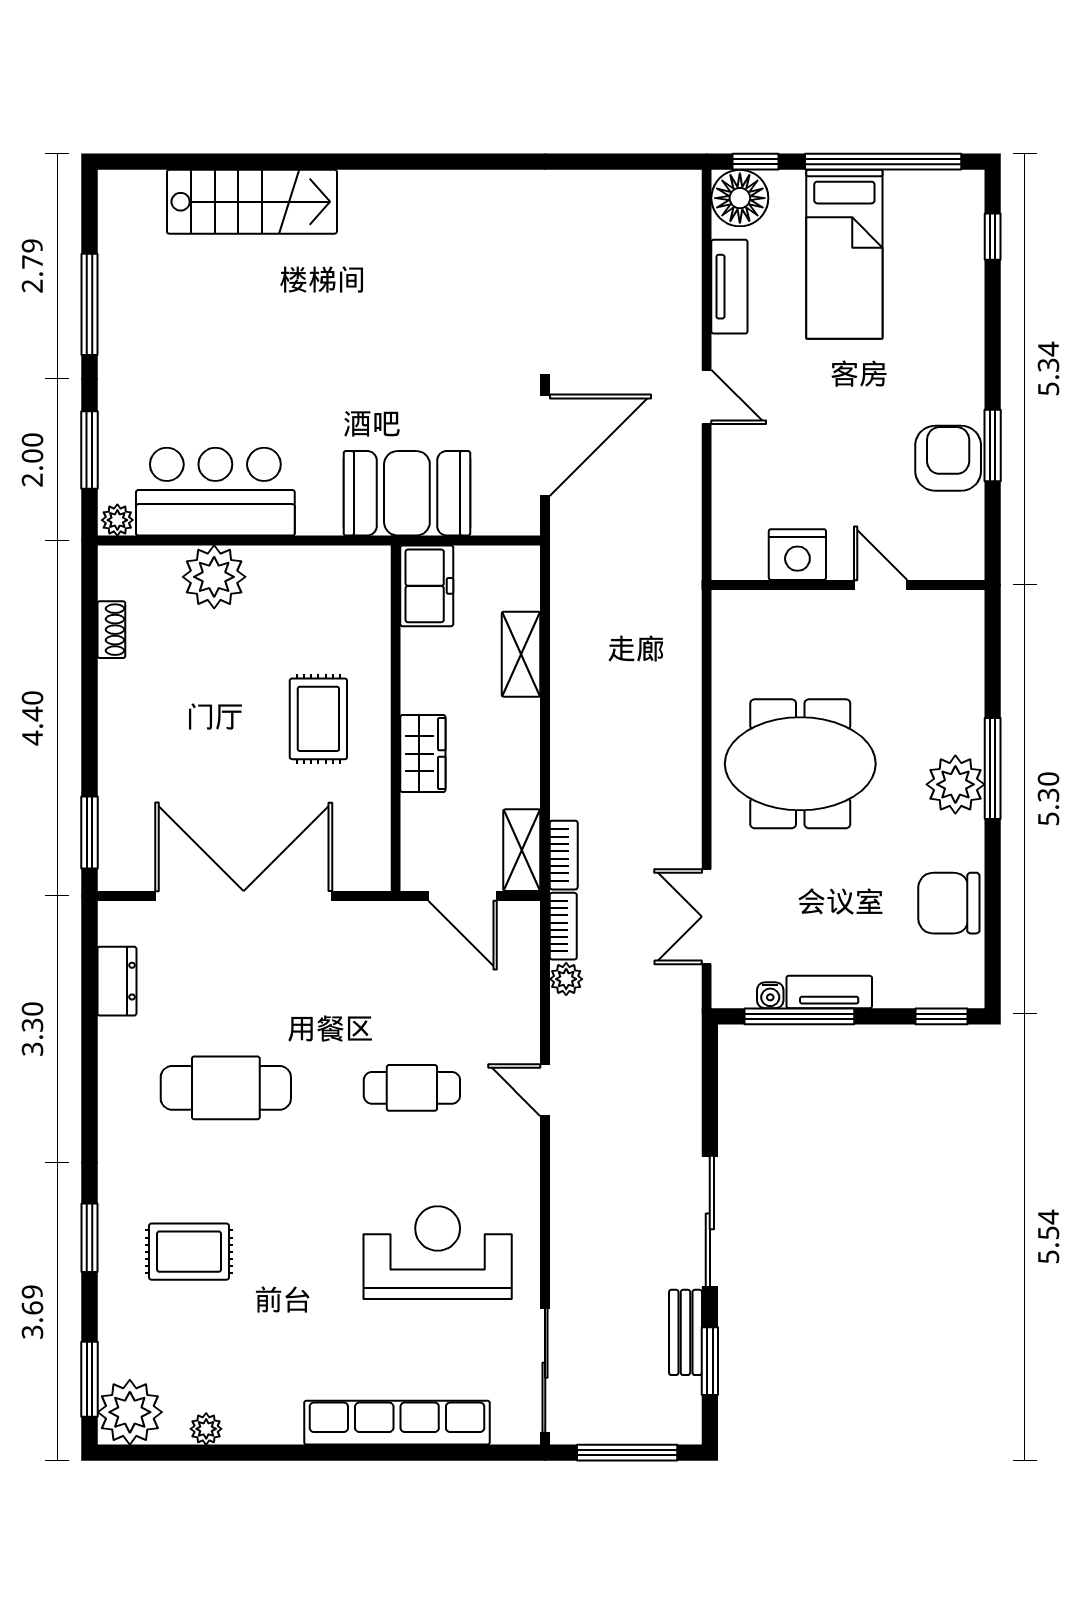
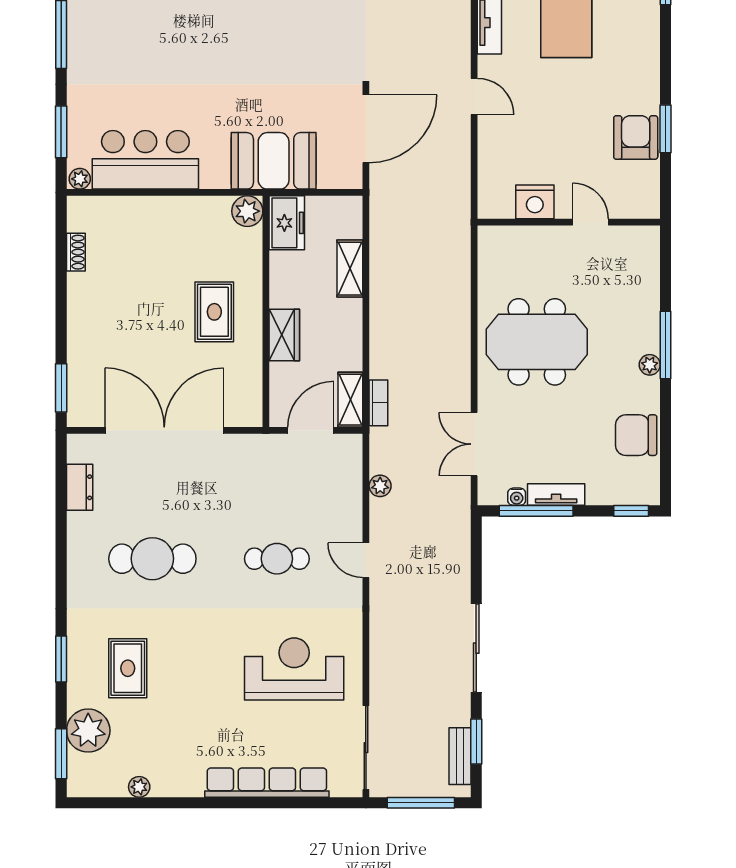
plant: (214, 577) -> (247, 211), moved, width x0.73, depth x0.73
plant: (955, 784) -> (650, 365), width x0.53, depth x0.53
door: (463, 896) -> (311, 430), swing flipped
bookcase: (563, 926) -> (378, 451), removed
rug: (189, 1252) -> (128, 668), turned 90
bench: (685, 1332) -> (460, 756), moved
plant: (130, 1412) -> (88, 731), moved

